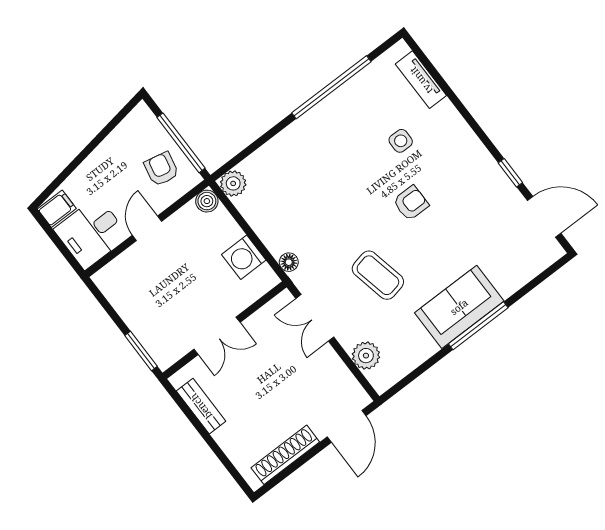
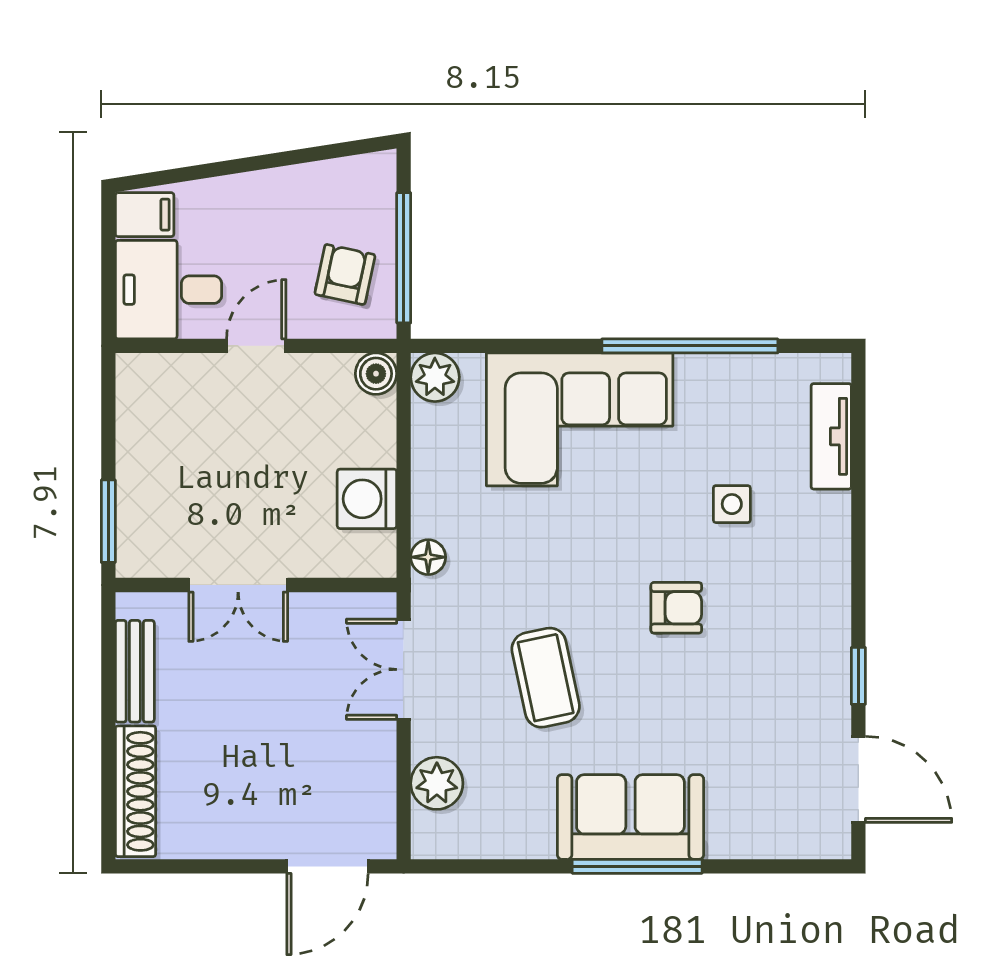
corner sofa: (308, 154) -> (580, 419), added
shoe rack: (285, 455) -> (136, 791), moved, turned 90

